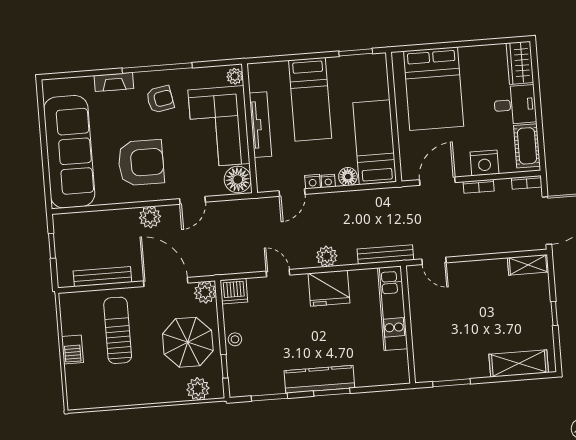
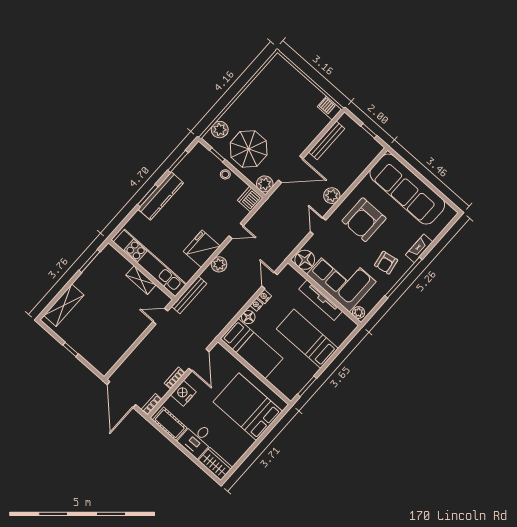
shelving: (528, 265) -> (141, 280), moved, turned 90
kitchen unit: (393, 308) -> (150, 263), width x1.36
sun lounger: (118, 330) -> (292, 120), removed
barbecue: (72, 349) -> (329, 108), moved

